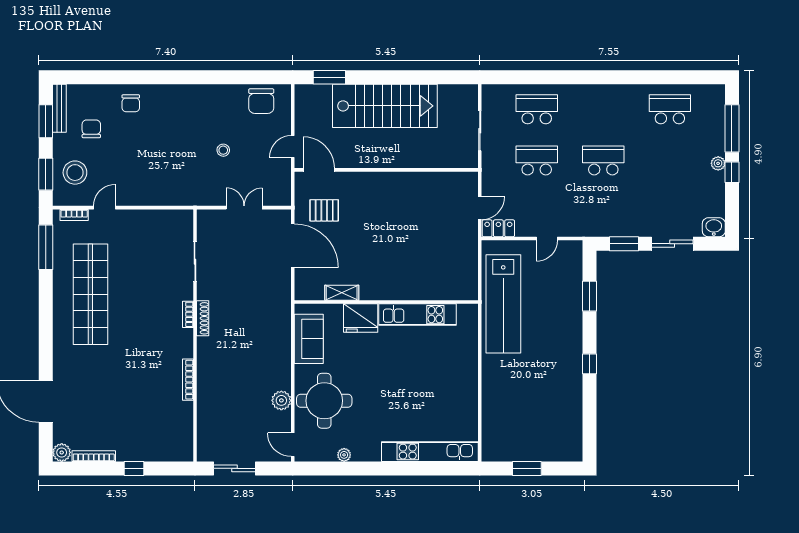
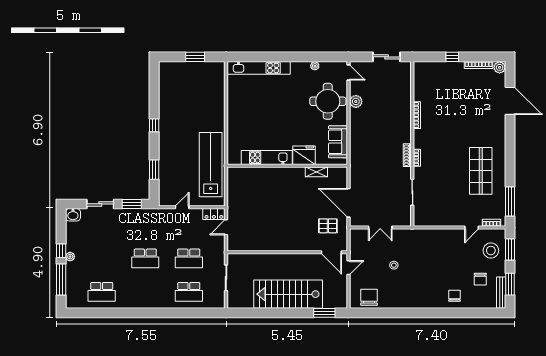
shop shelf: (90, 294) -> (481, 171), width x0.71

